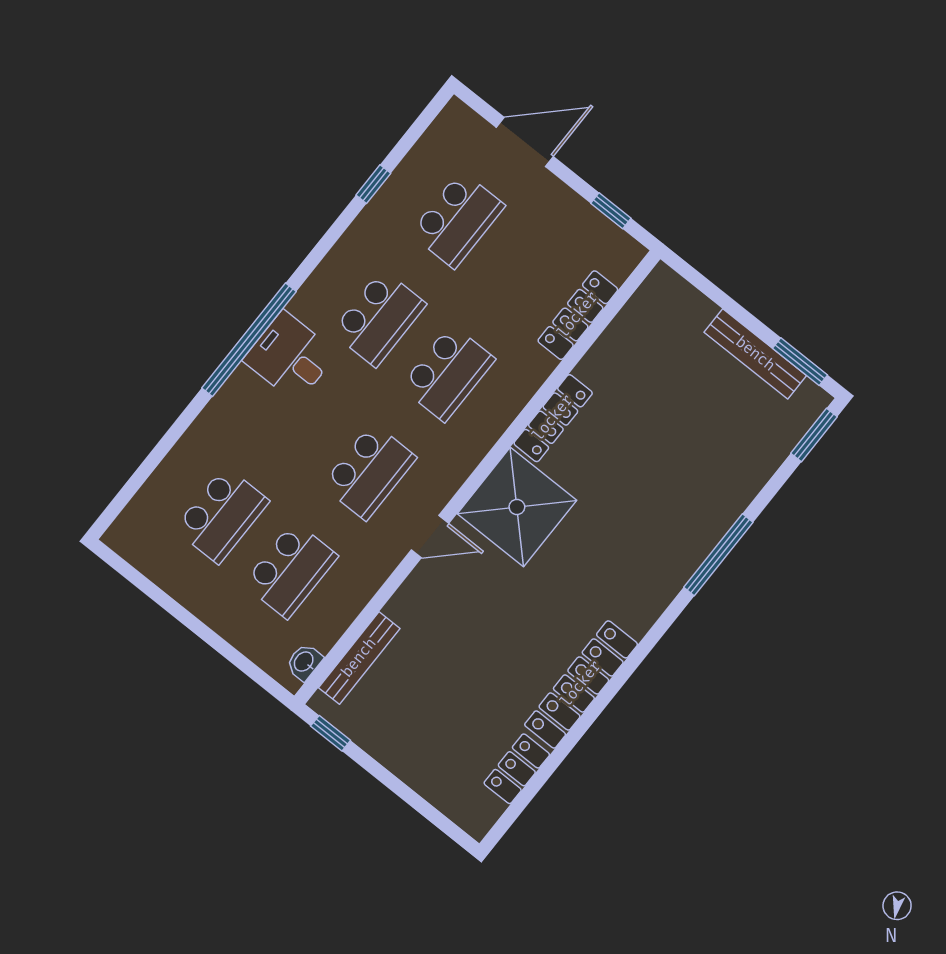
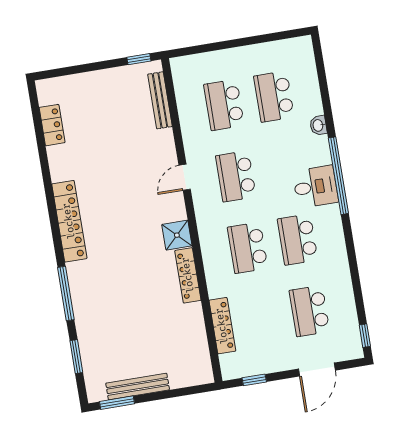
window: (373, 184) -> (365, 336), moved
window: (814, 435) -> (76, 357), moved
shower: (517, 507) -> (177, 235), width x0.54, depth x0.54
washbasin: (304, 662) -> (318, 125), moved, turned 180
locker: (581, 684) -> (69, 221), moved

